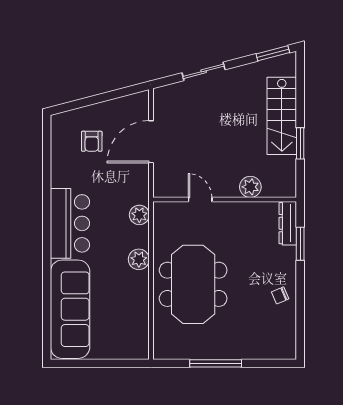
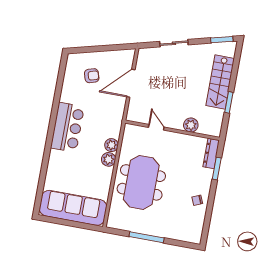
armchair: (92, 141) -> (92, 76), turned -106
plant: (139, 215) -> (111, 145), moved
sofa: (70, 309) -> (73, 208), moved, turned -90

